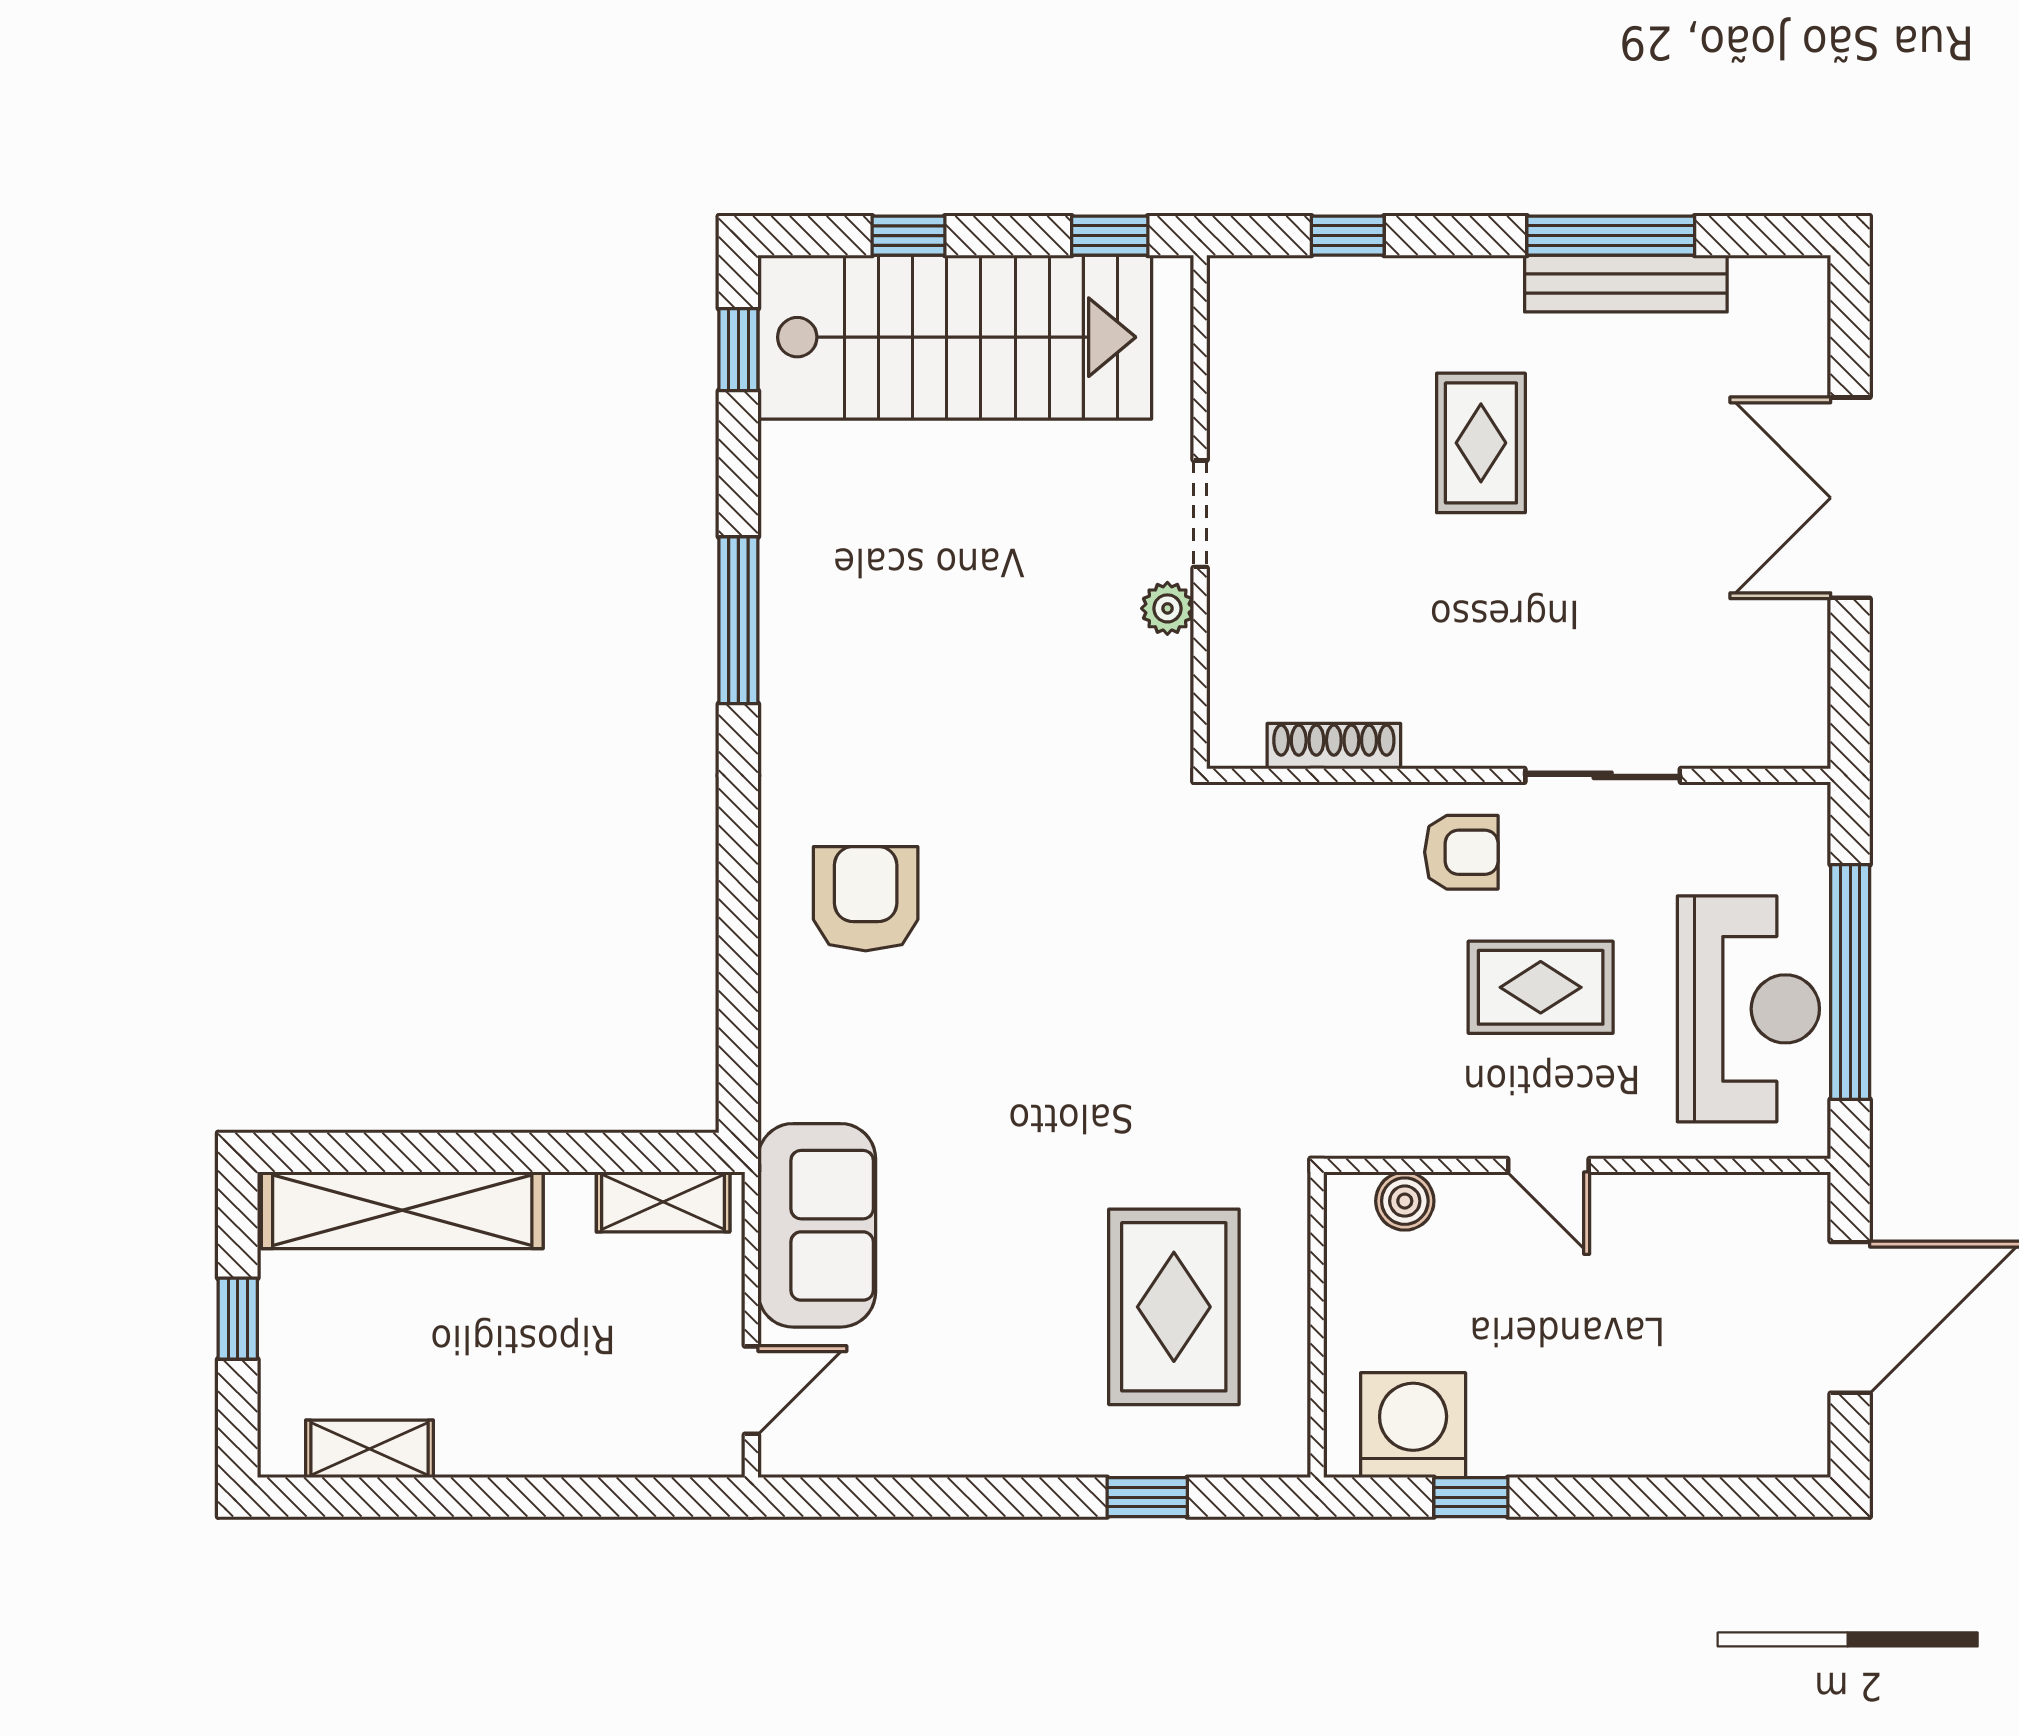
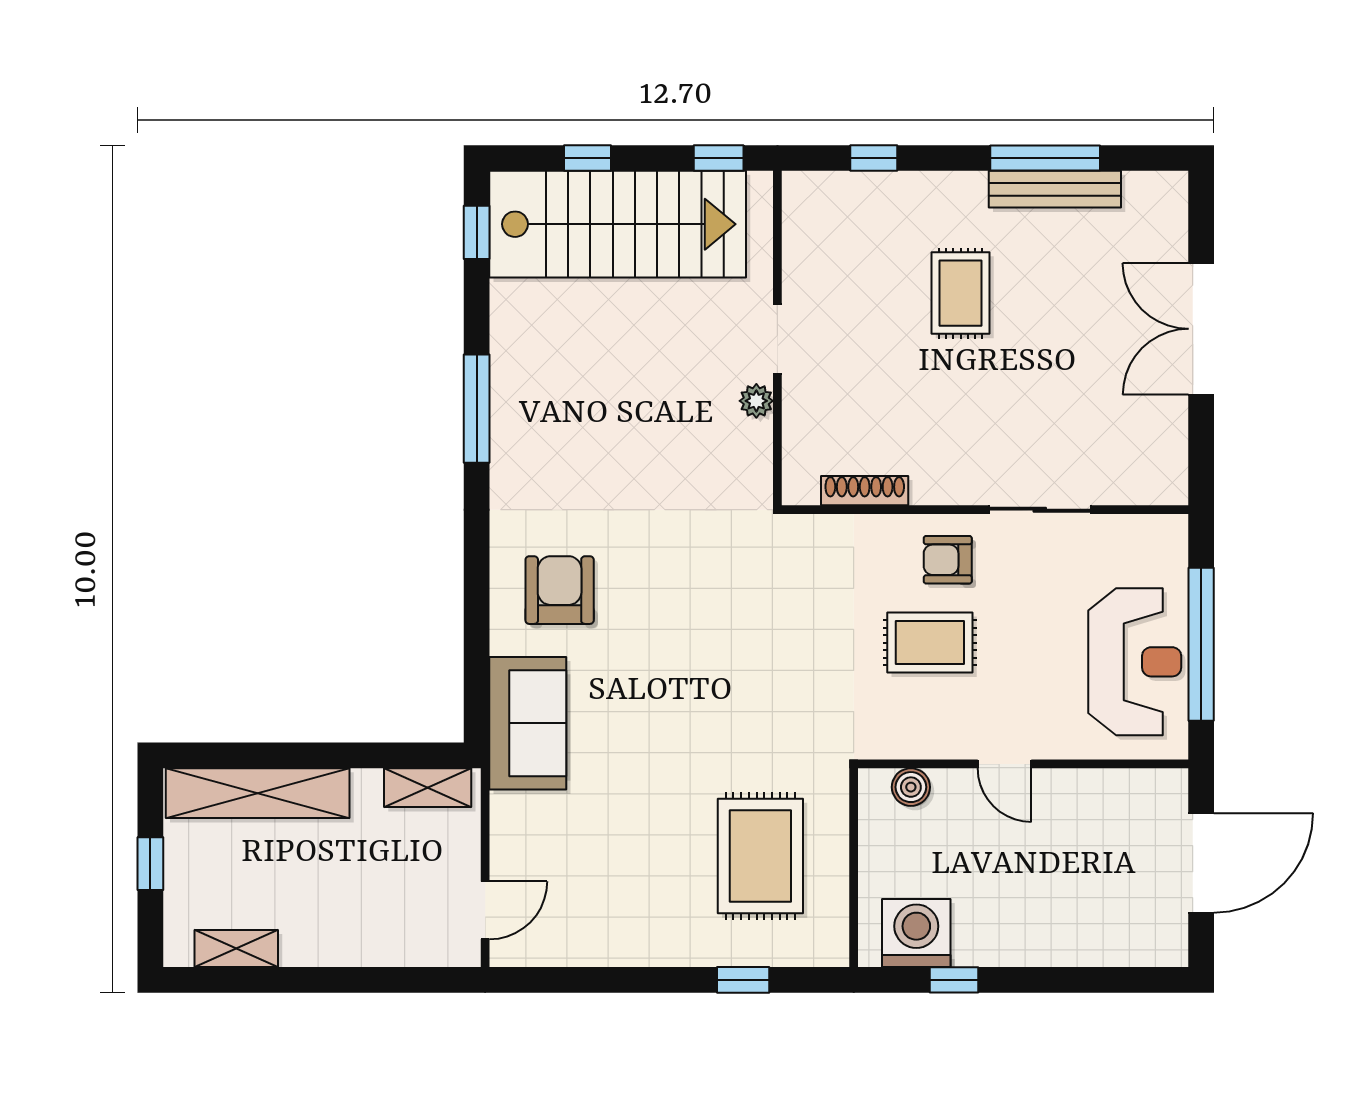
armchair: (1461, 852) -> (948, 560), turned 180
rug: (1541, 987) -> (930, 643), moved
sofa: (817, 1225) -> (528, 723), moved

